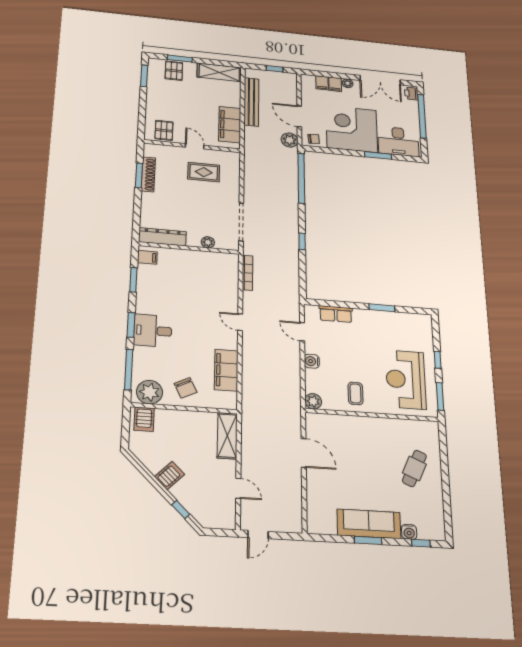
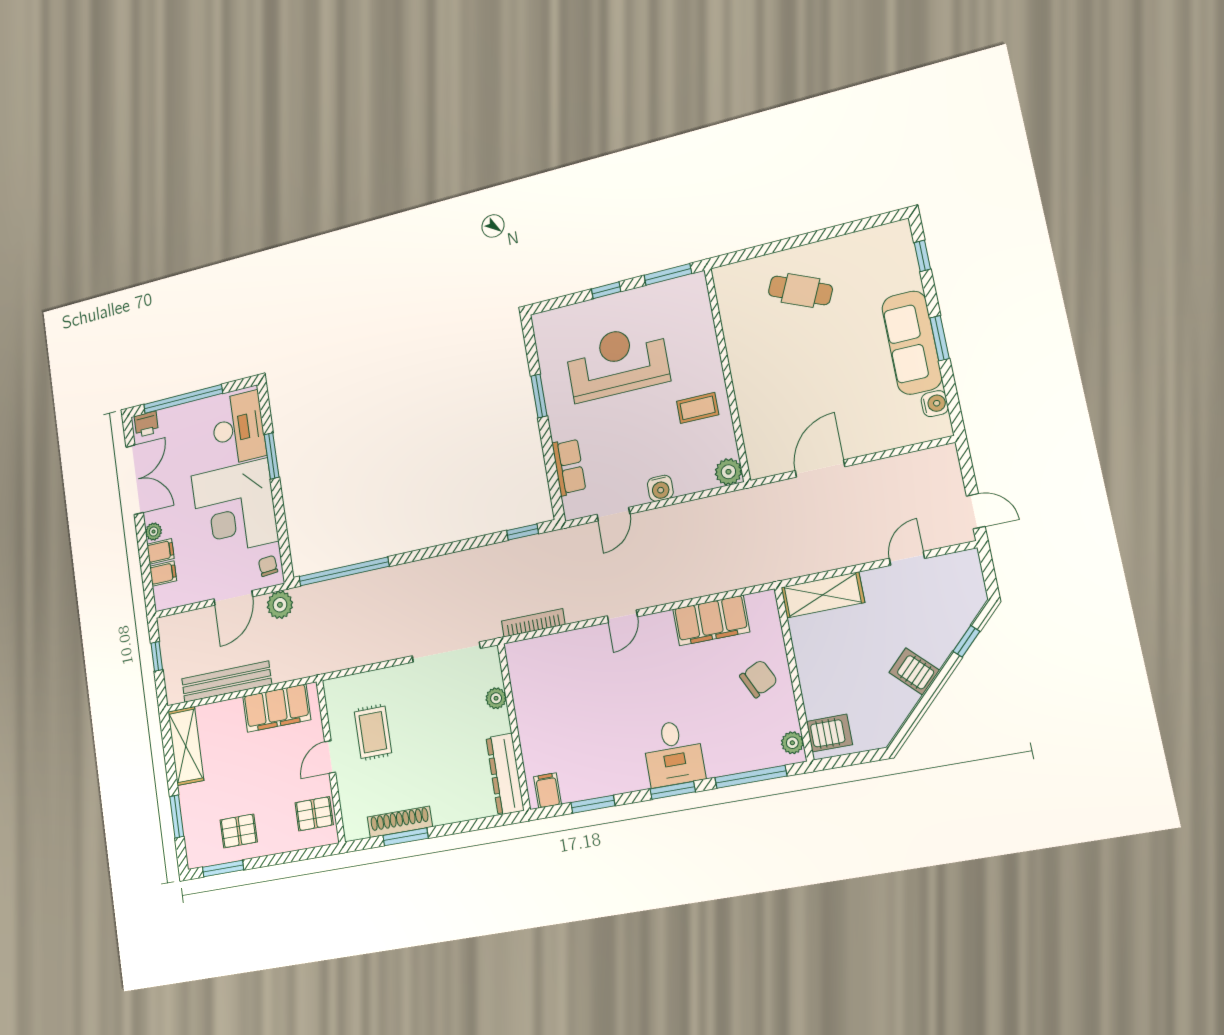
pallet: (174, 71) -> (239, 831), moved
window: (302, 241) -> (523, 532), moved
reception desk: (406, 379) -> (617, 362), moved, turned 180
plant: (149, 392) -> (792, 743), width x0.53, depth x0.53
water cooler: (409, 532) -> (935, 404), moved

